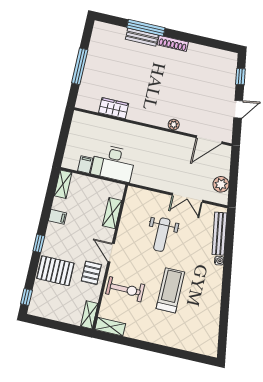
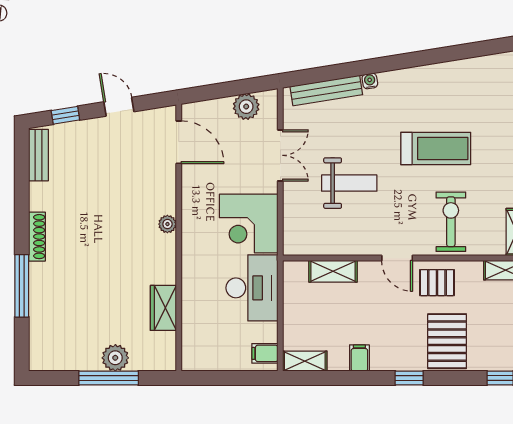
bench: (142, 37) -> (39, 155), moved
plant: (91, 73) -> (115, 358), added
plant: (174, 125) -> (167, 224), moved
filing cabinet: (85, 165) -> (265, 353), moved
corner desk: (152, 170) -> (249, 224), added
door: (111, 253) -> (397, 258), hinge flipped
treadmill: (170, 290) -> (436, 149), turned 180

